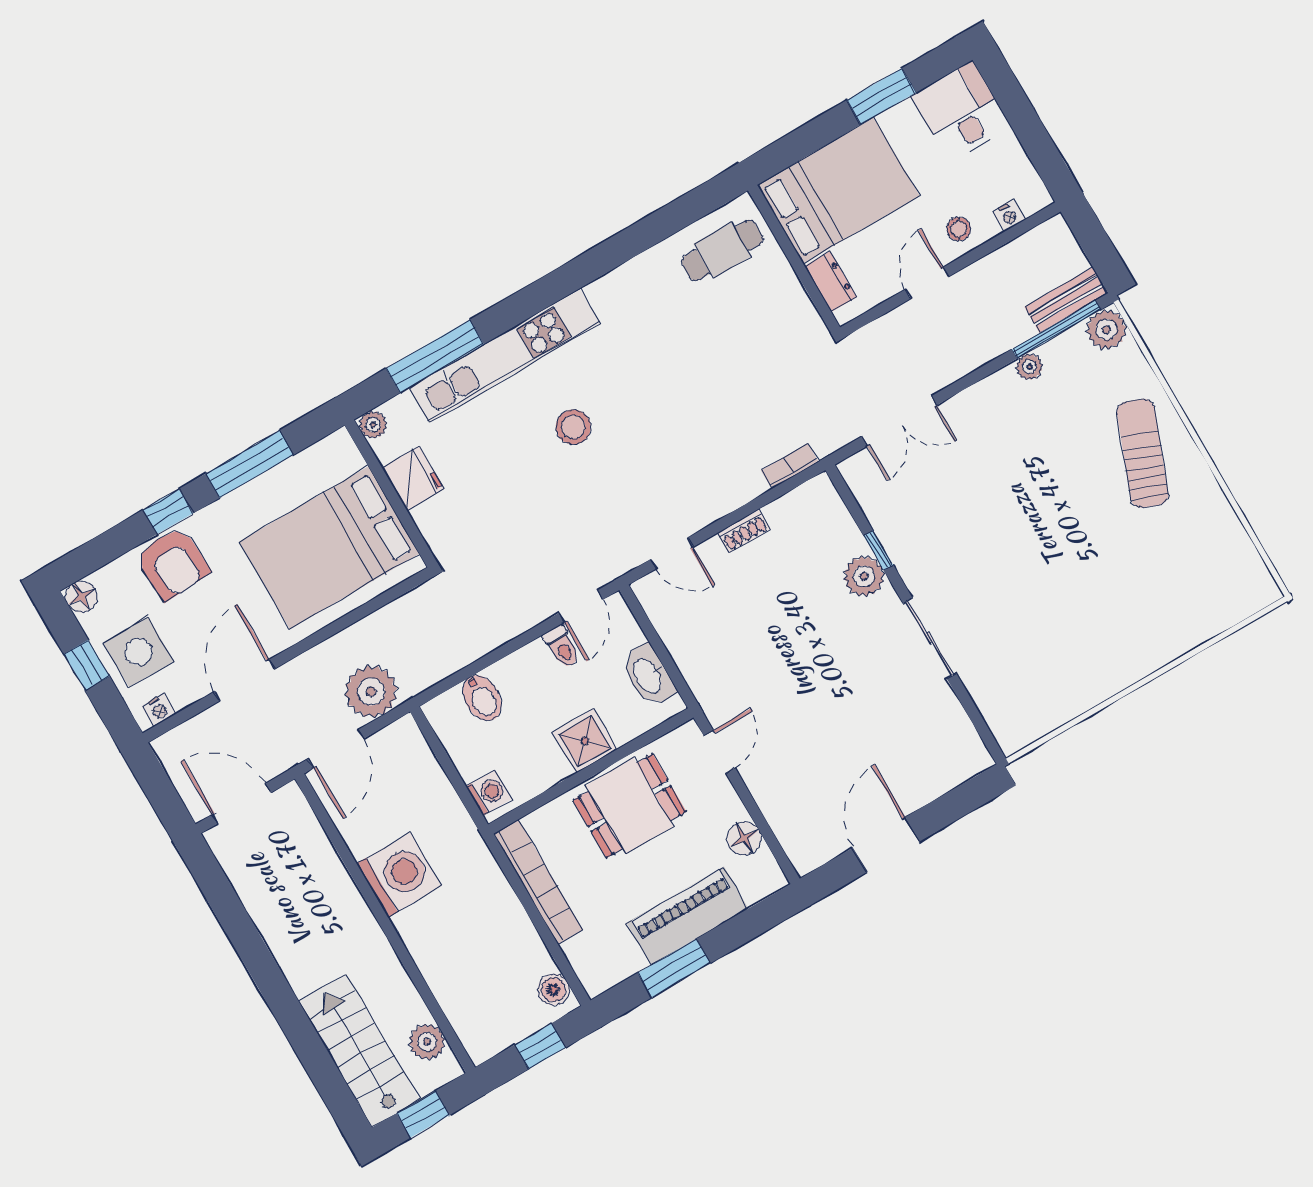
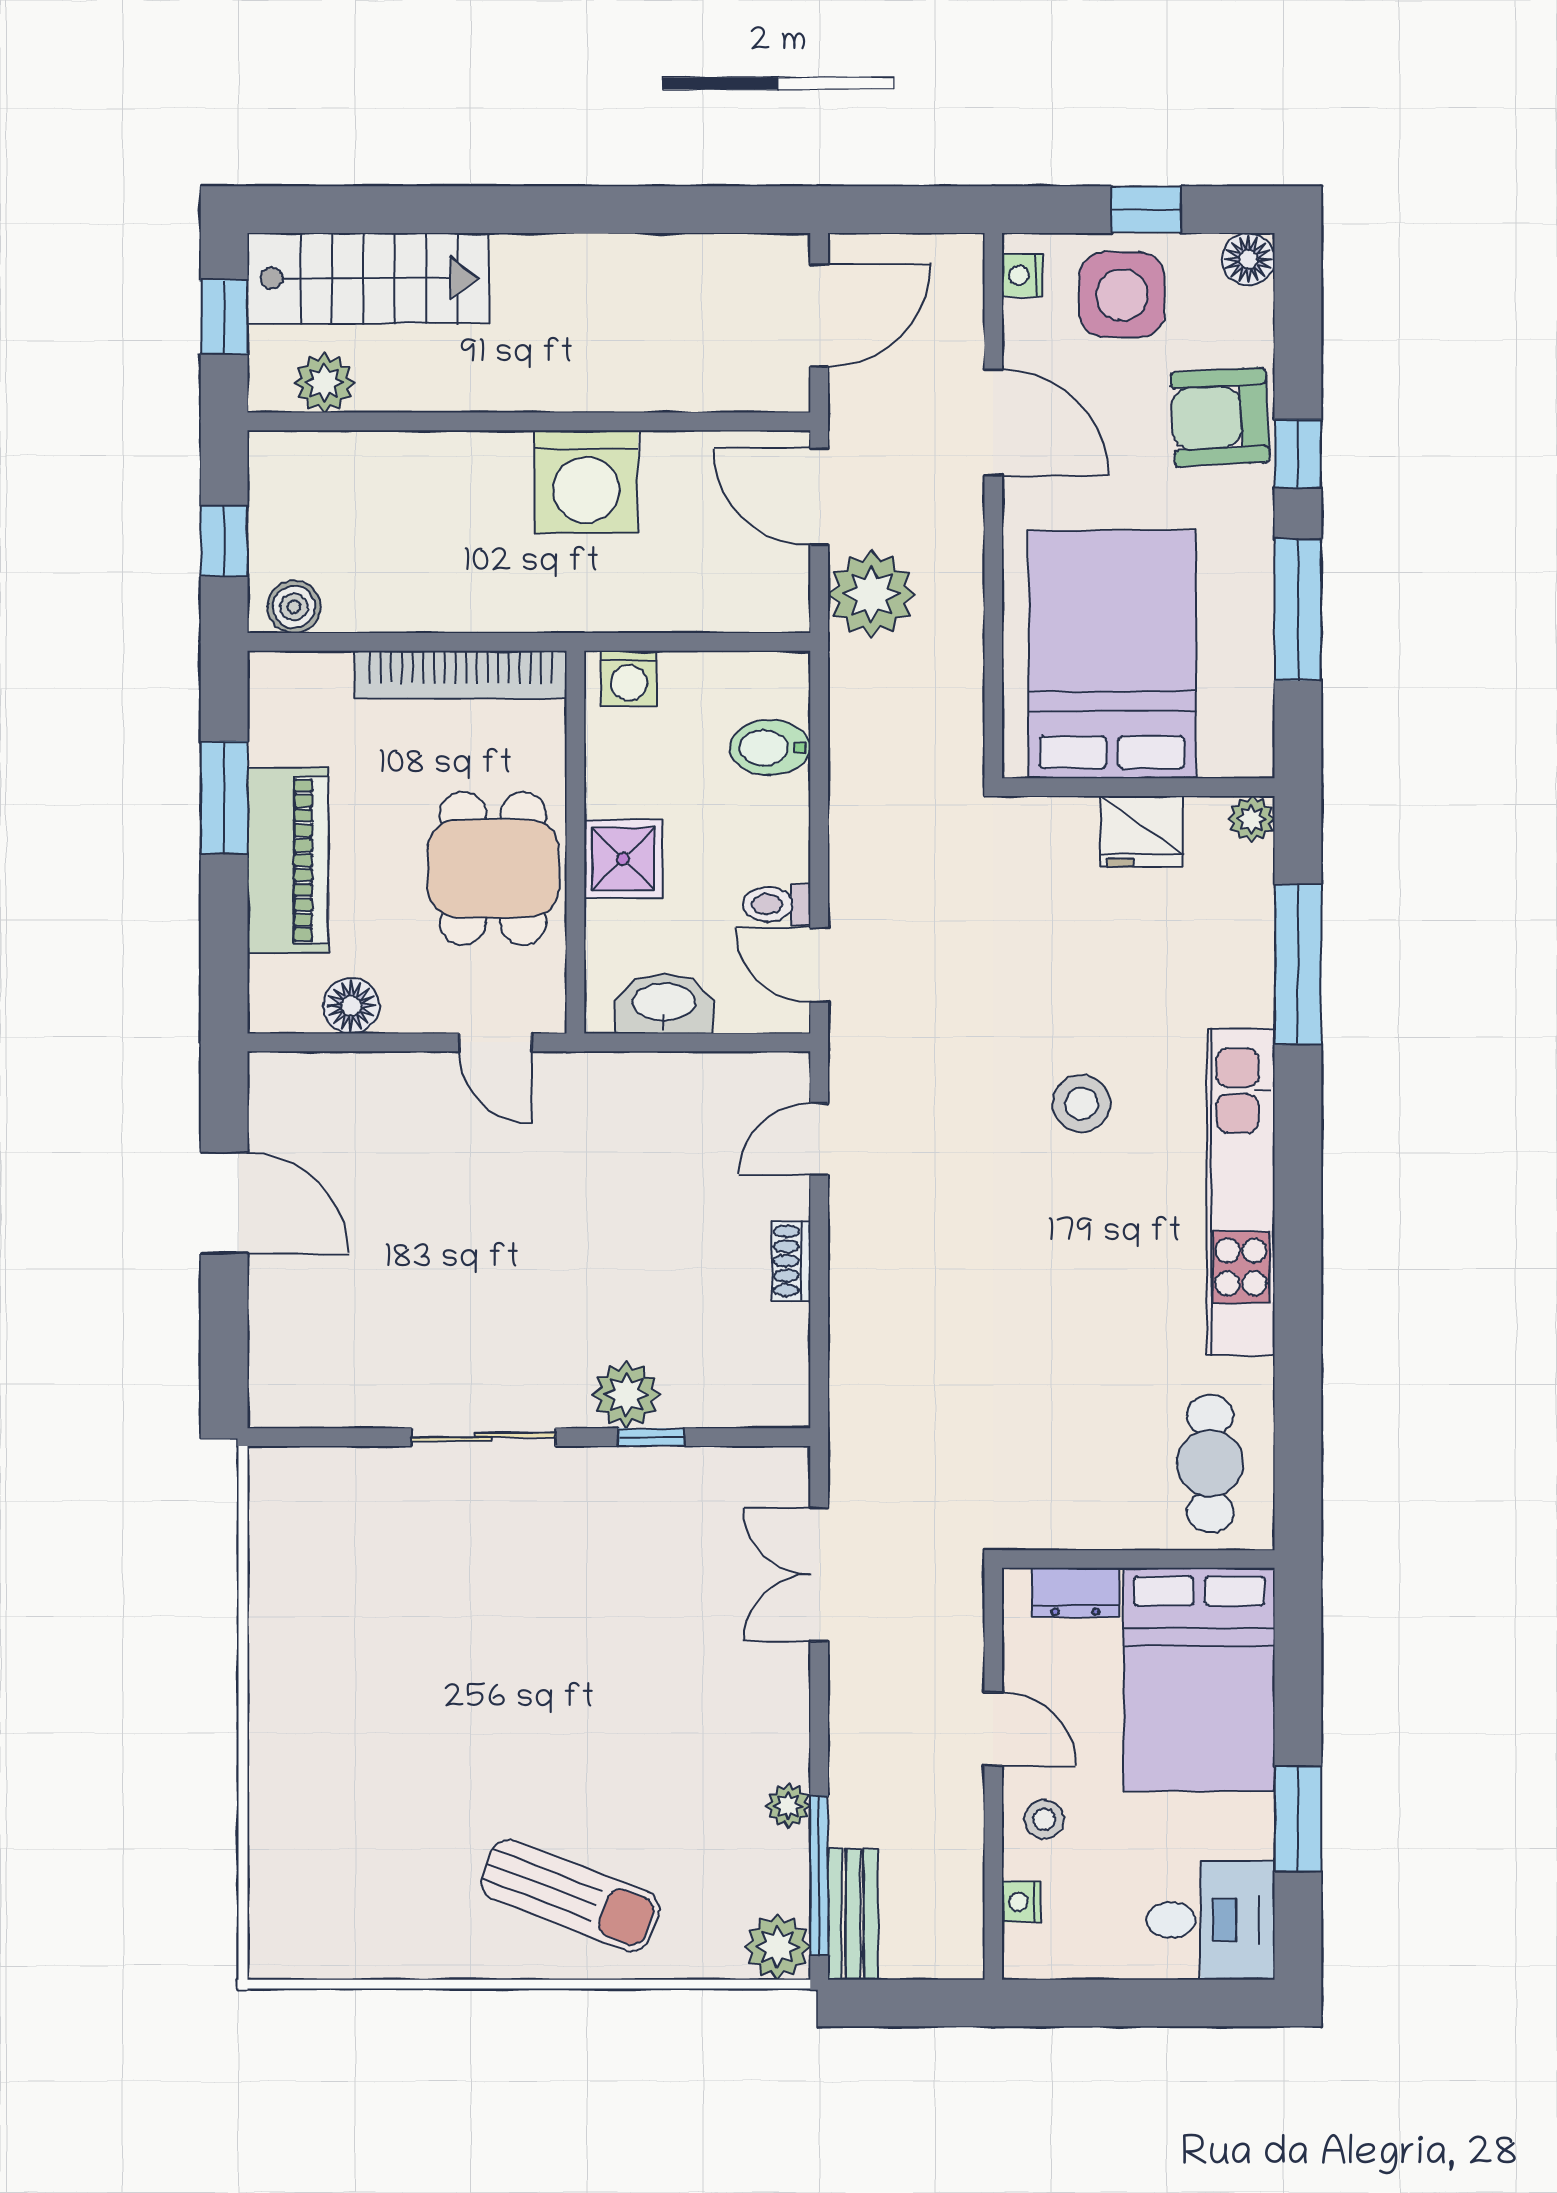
kitchen unit: (504, 356) -> (1241, 1192), moved
bookcase: (790, 466) -> (846, 1380), removed

